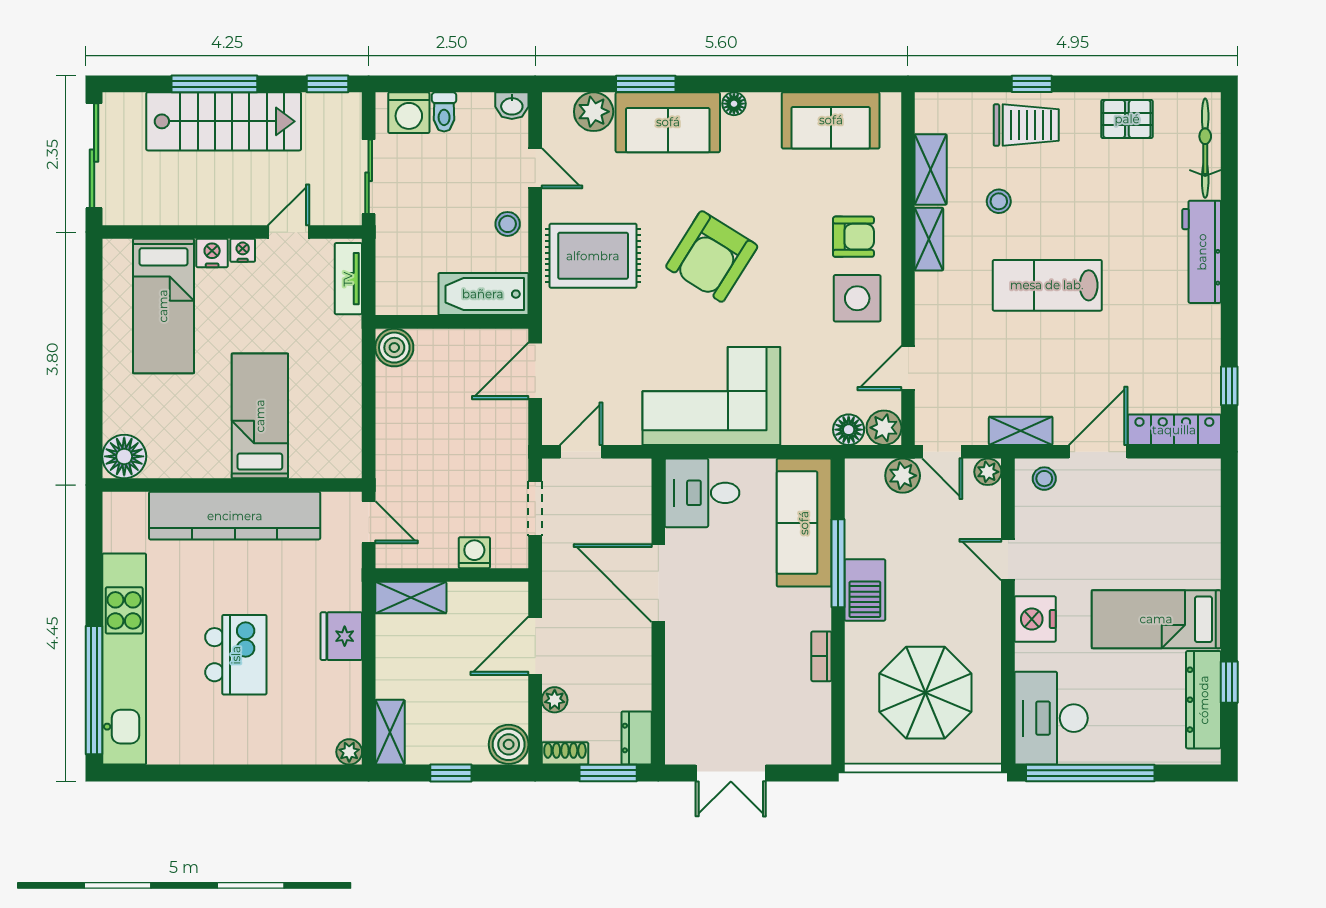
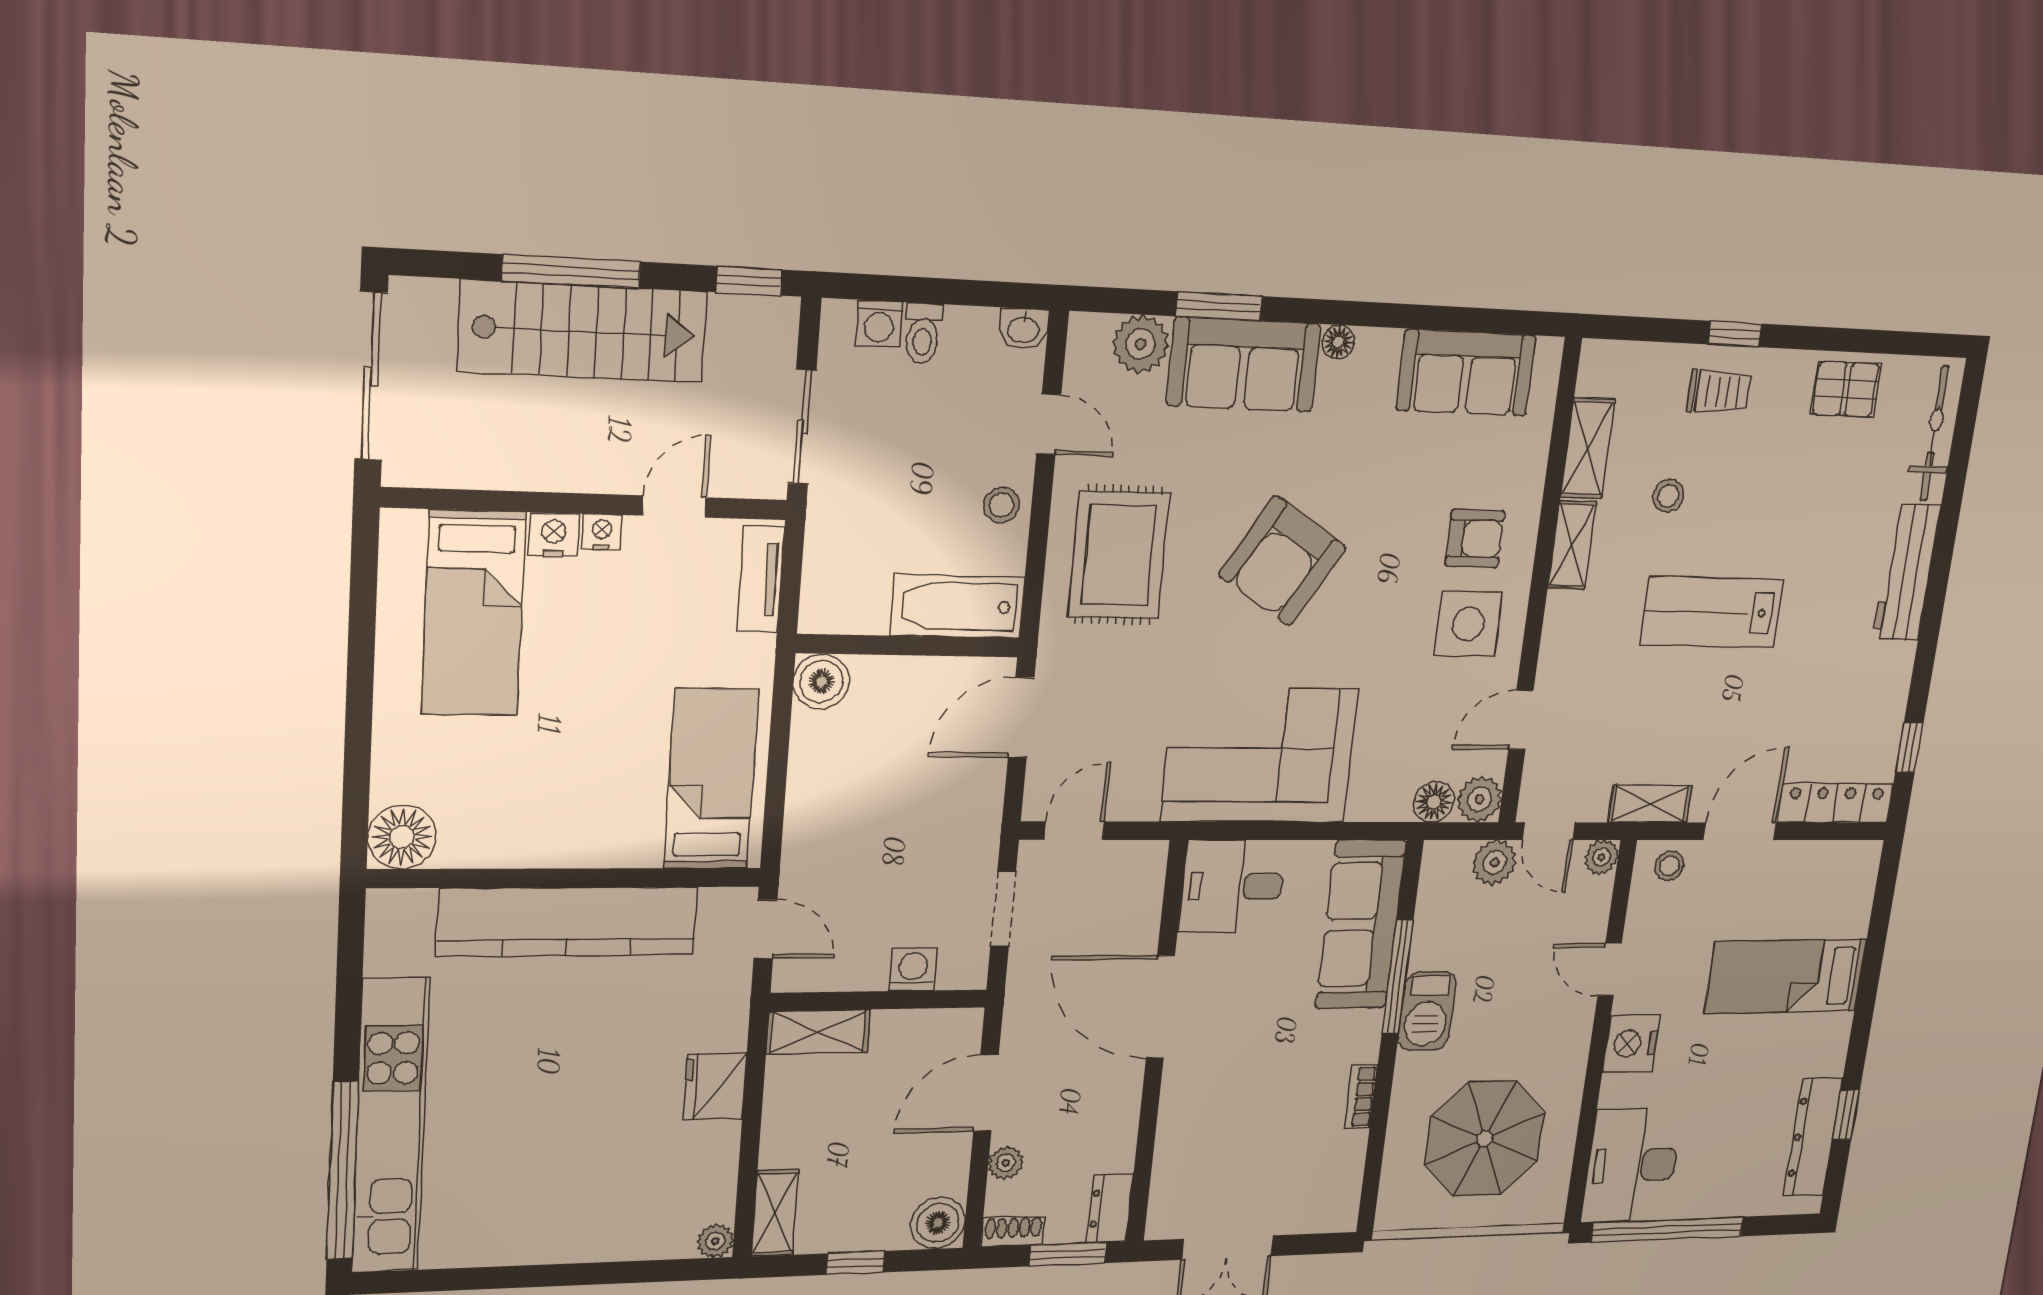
washing machine: (409, 113) -> (879, 324), width x0.73, depth x0.73
trolley: (1026, 125) -> (1719, 391), width x0.73, depth x0.72
rug: (593, 256) -> (1119, 555), turned 90
bed: (260, 416) -> (711, 779), moved
bed: (1156, 619) -> (1786, 976), moved
kitchen island: (236, 655) -> (559, 1116), removed

